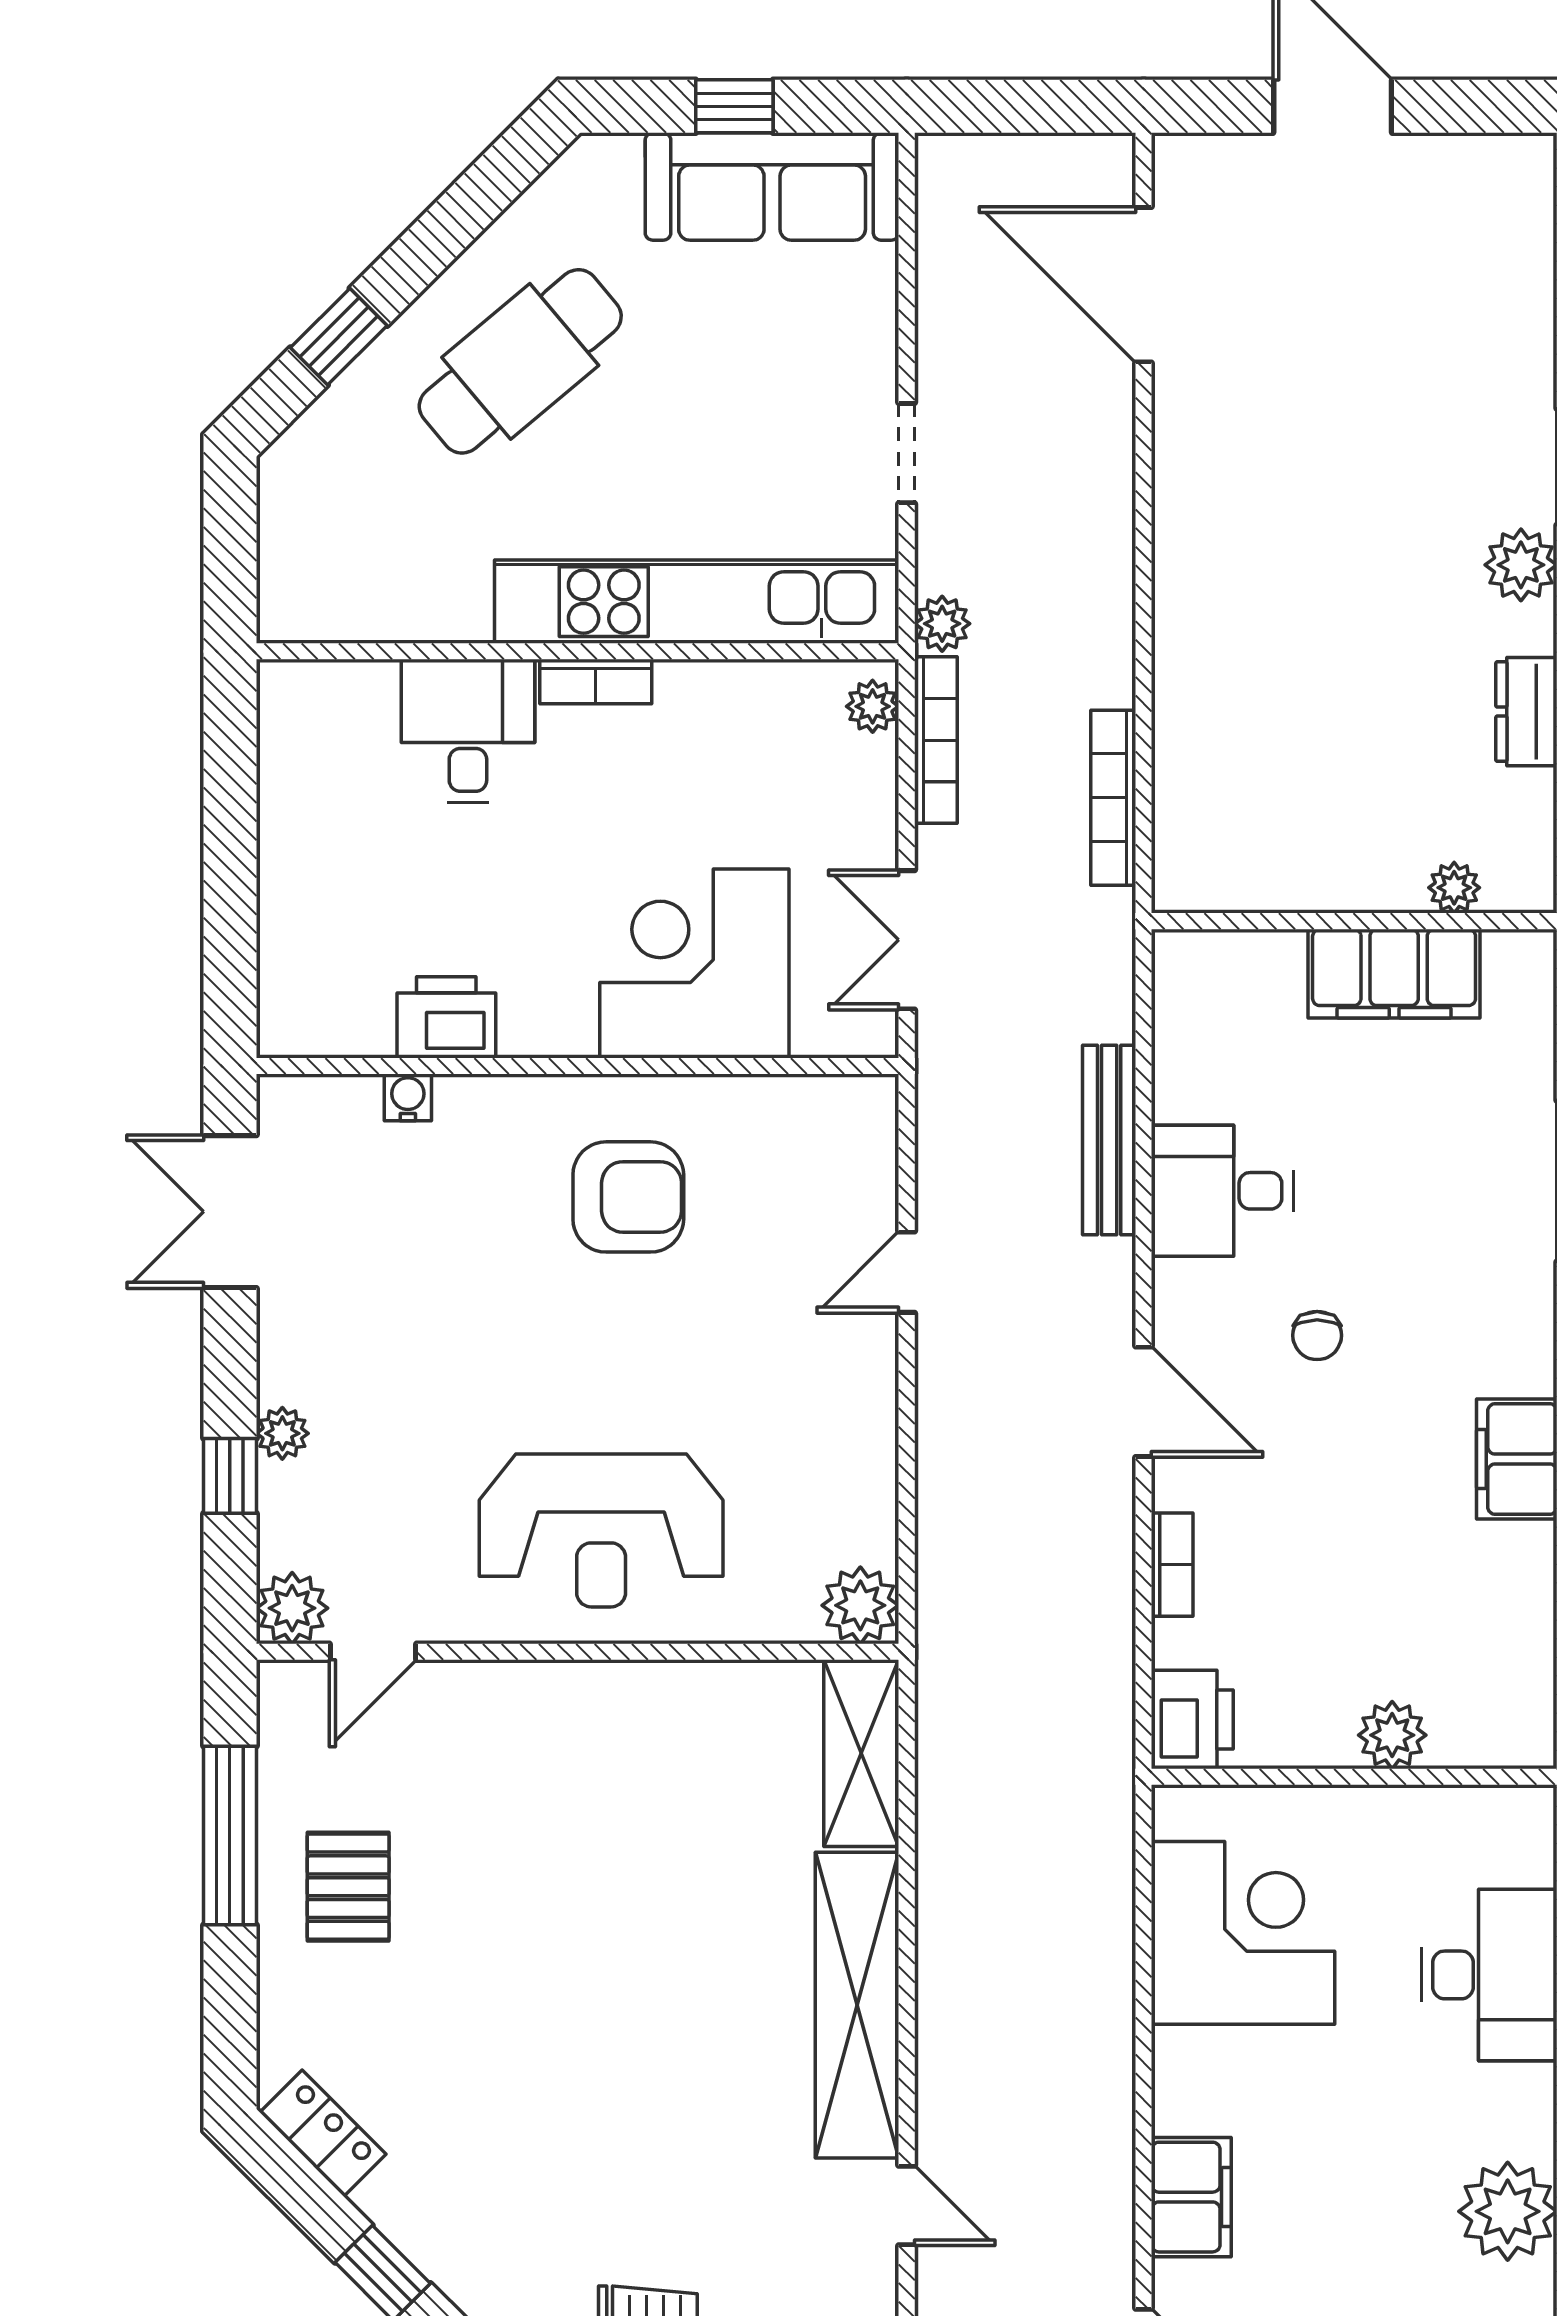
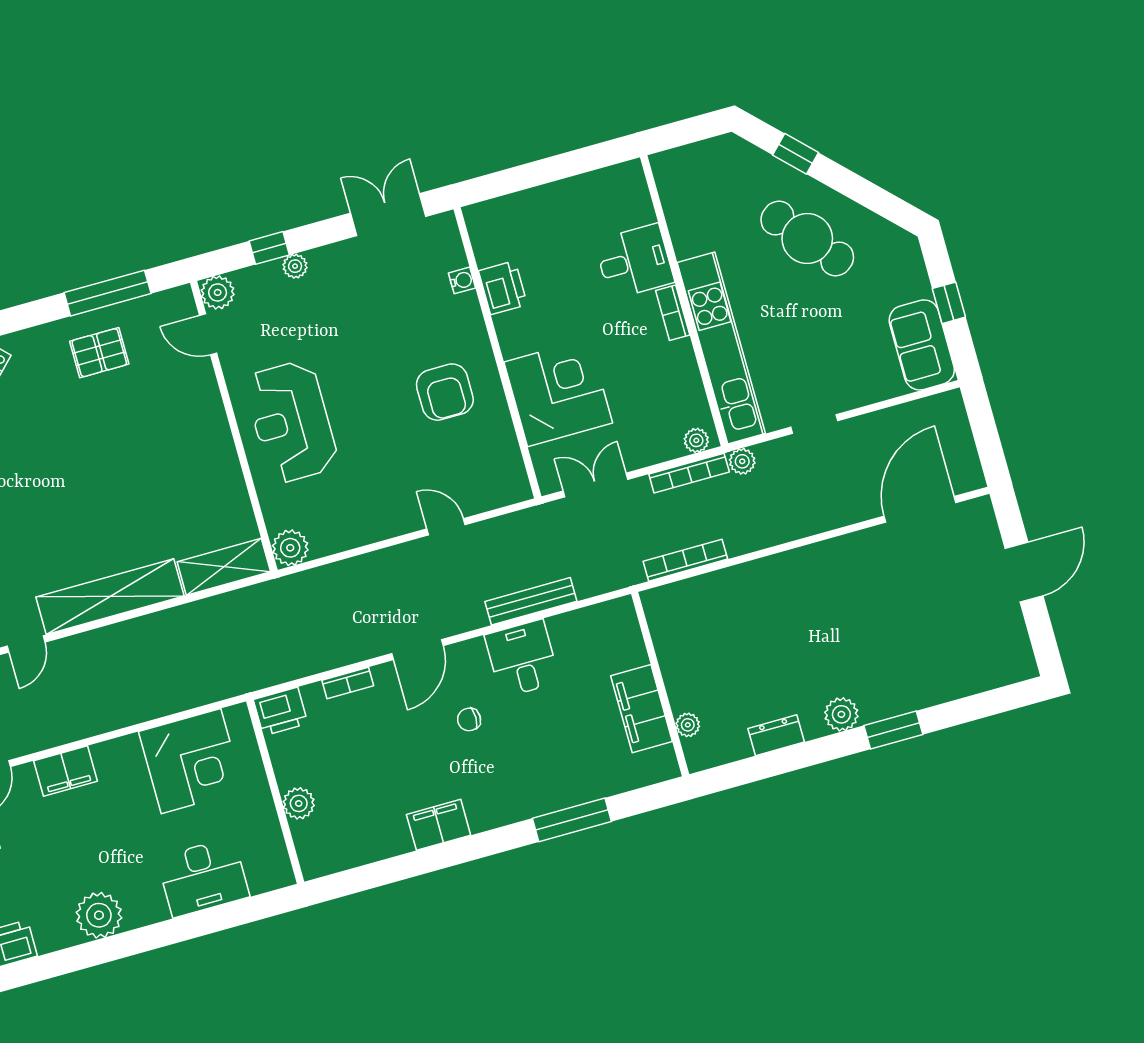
sofa: (772, 186) -> (922, 345), width x0.73

